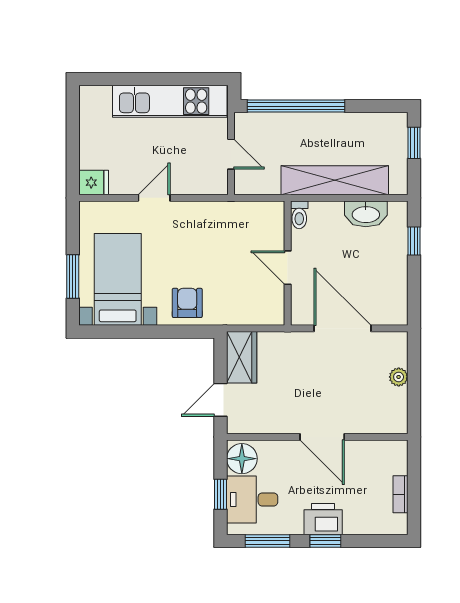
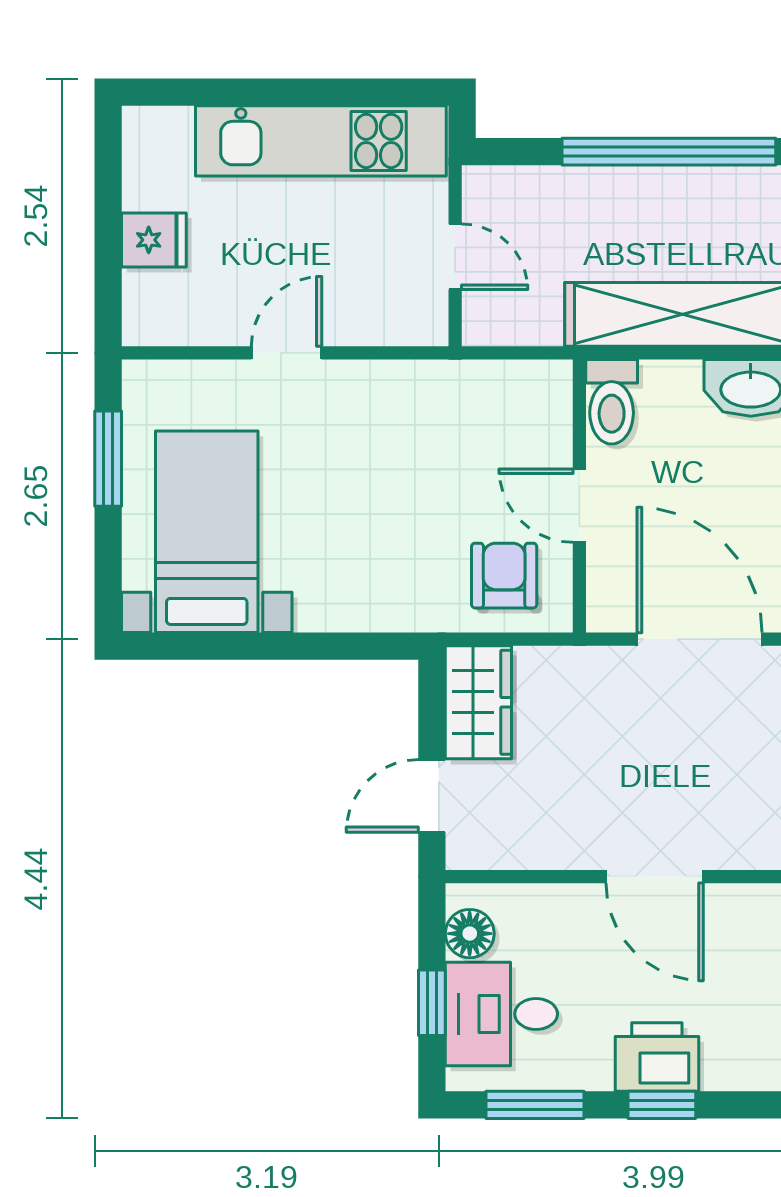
window: (296, 106) -> (669, 152), moved
fridge: (94, 183) -> (154, 240), moved
toilet: (299, 215) -> (612, 402), width x1.37, depth x1.39
window: (73, 276) -> (108, 459), moved
armchair: (187, 303) -> (504, 576), moved
floor lamp: (242, 459) -> (470, 934), width x0.73, depth x0.73

